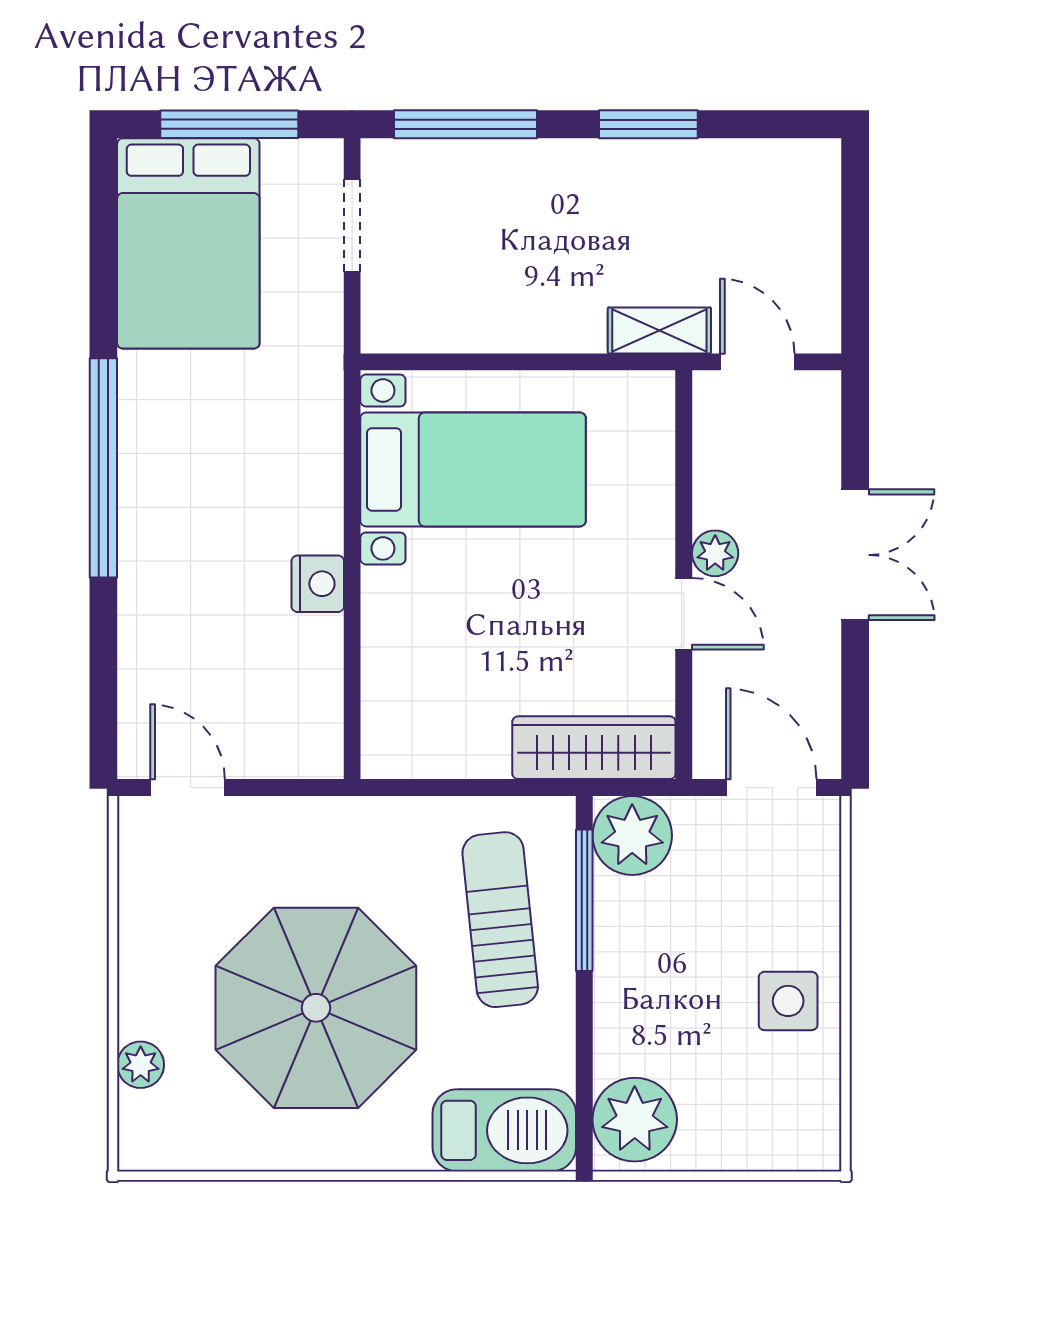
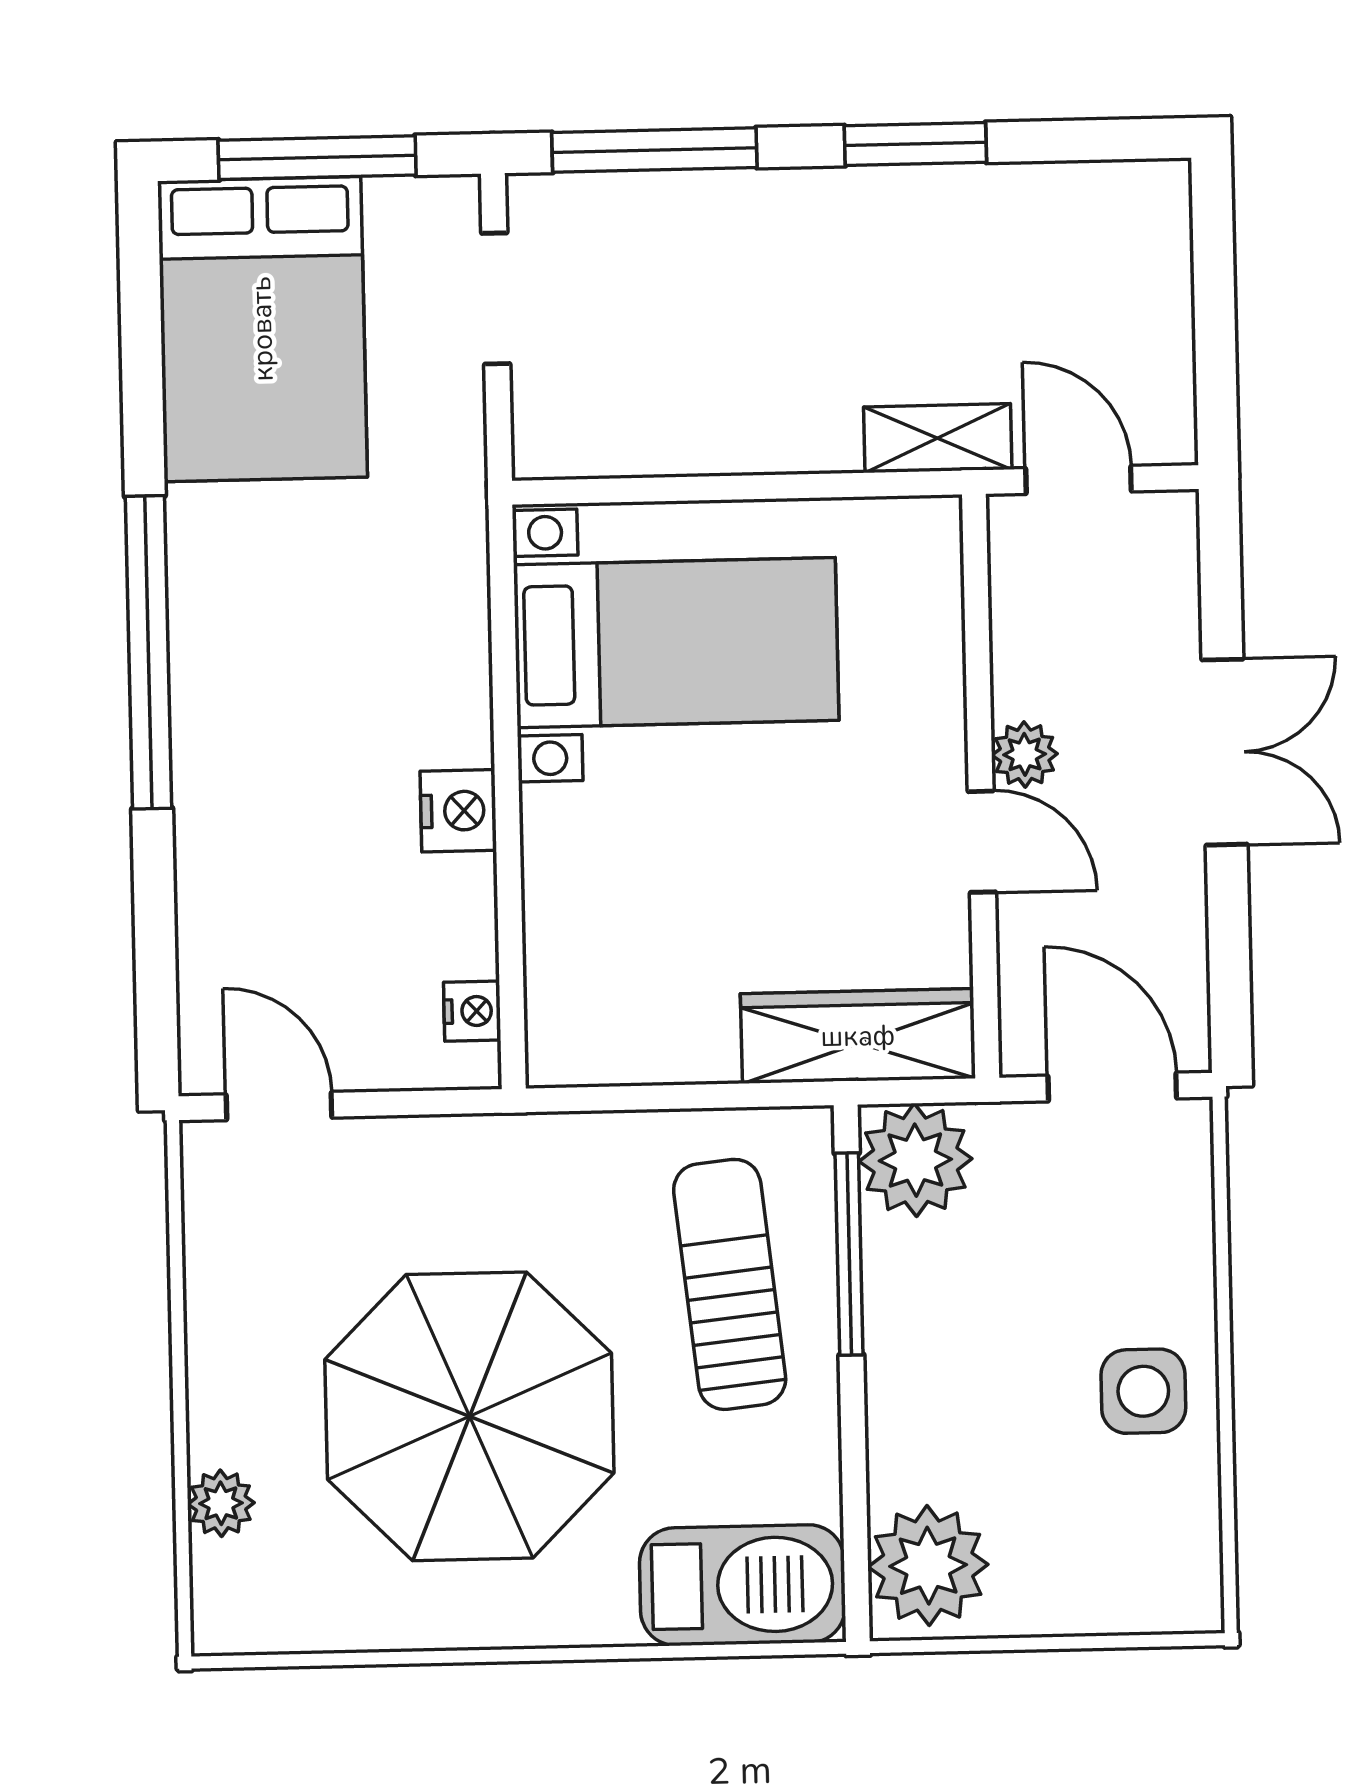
nightstand: (324, 724) -> (472, 1011), added

